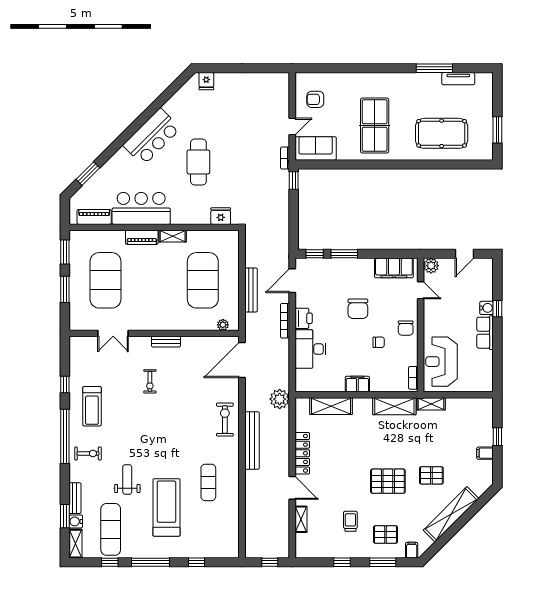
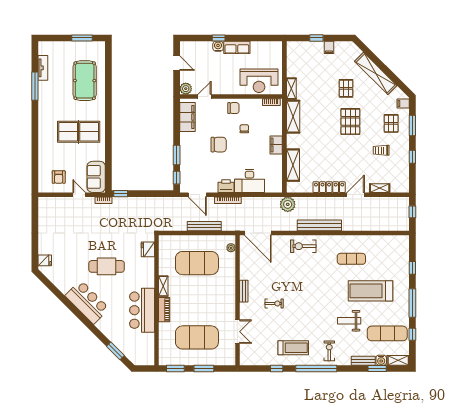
piano: (94, 217) -> (149, 346), removed

